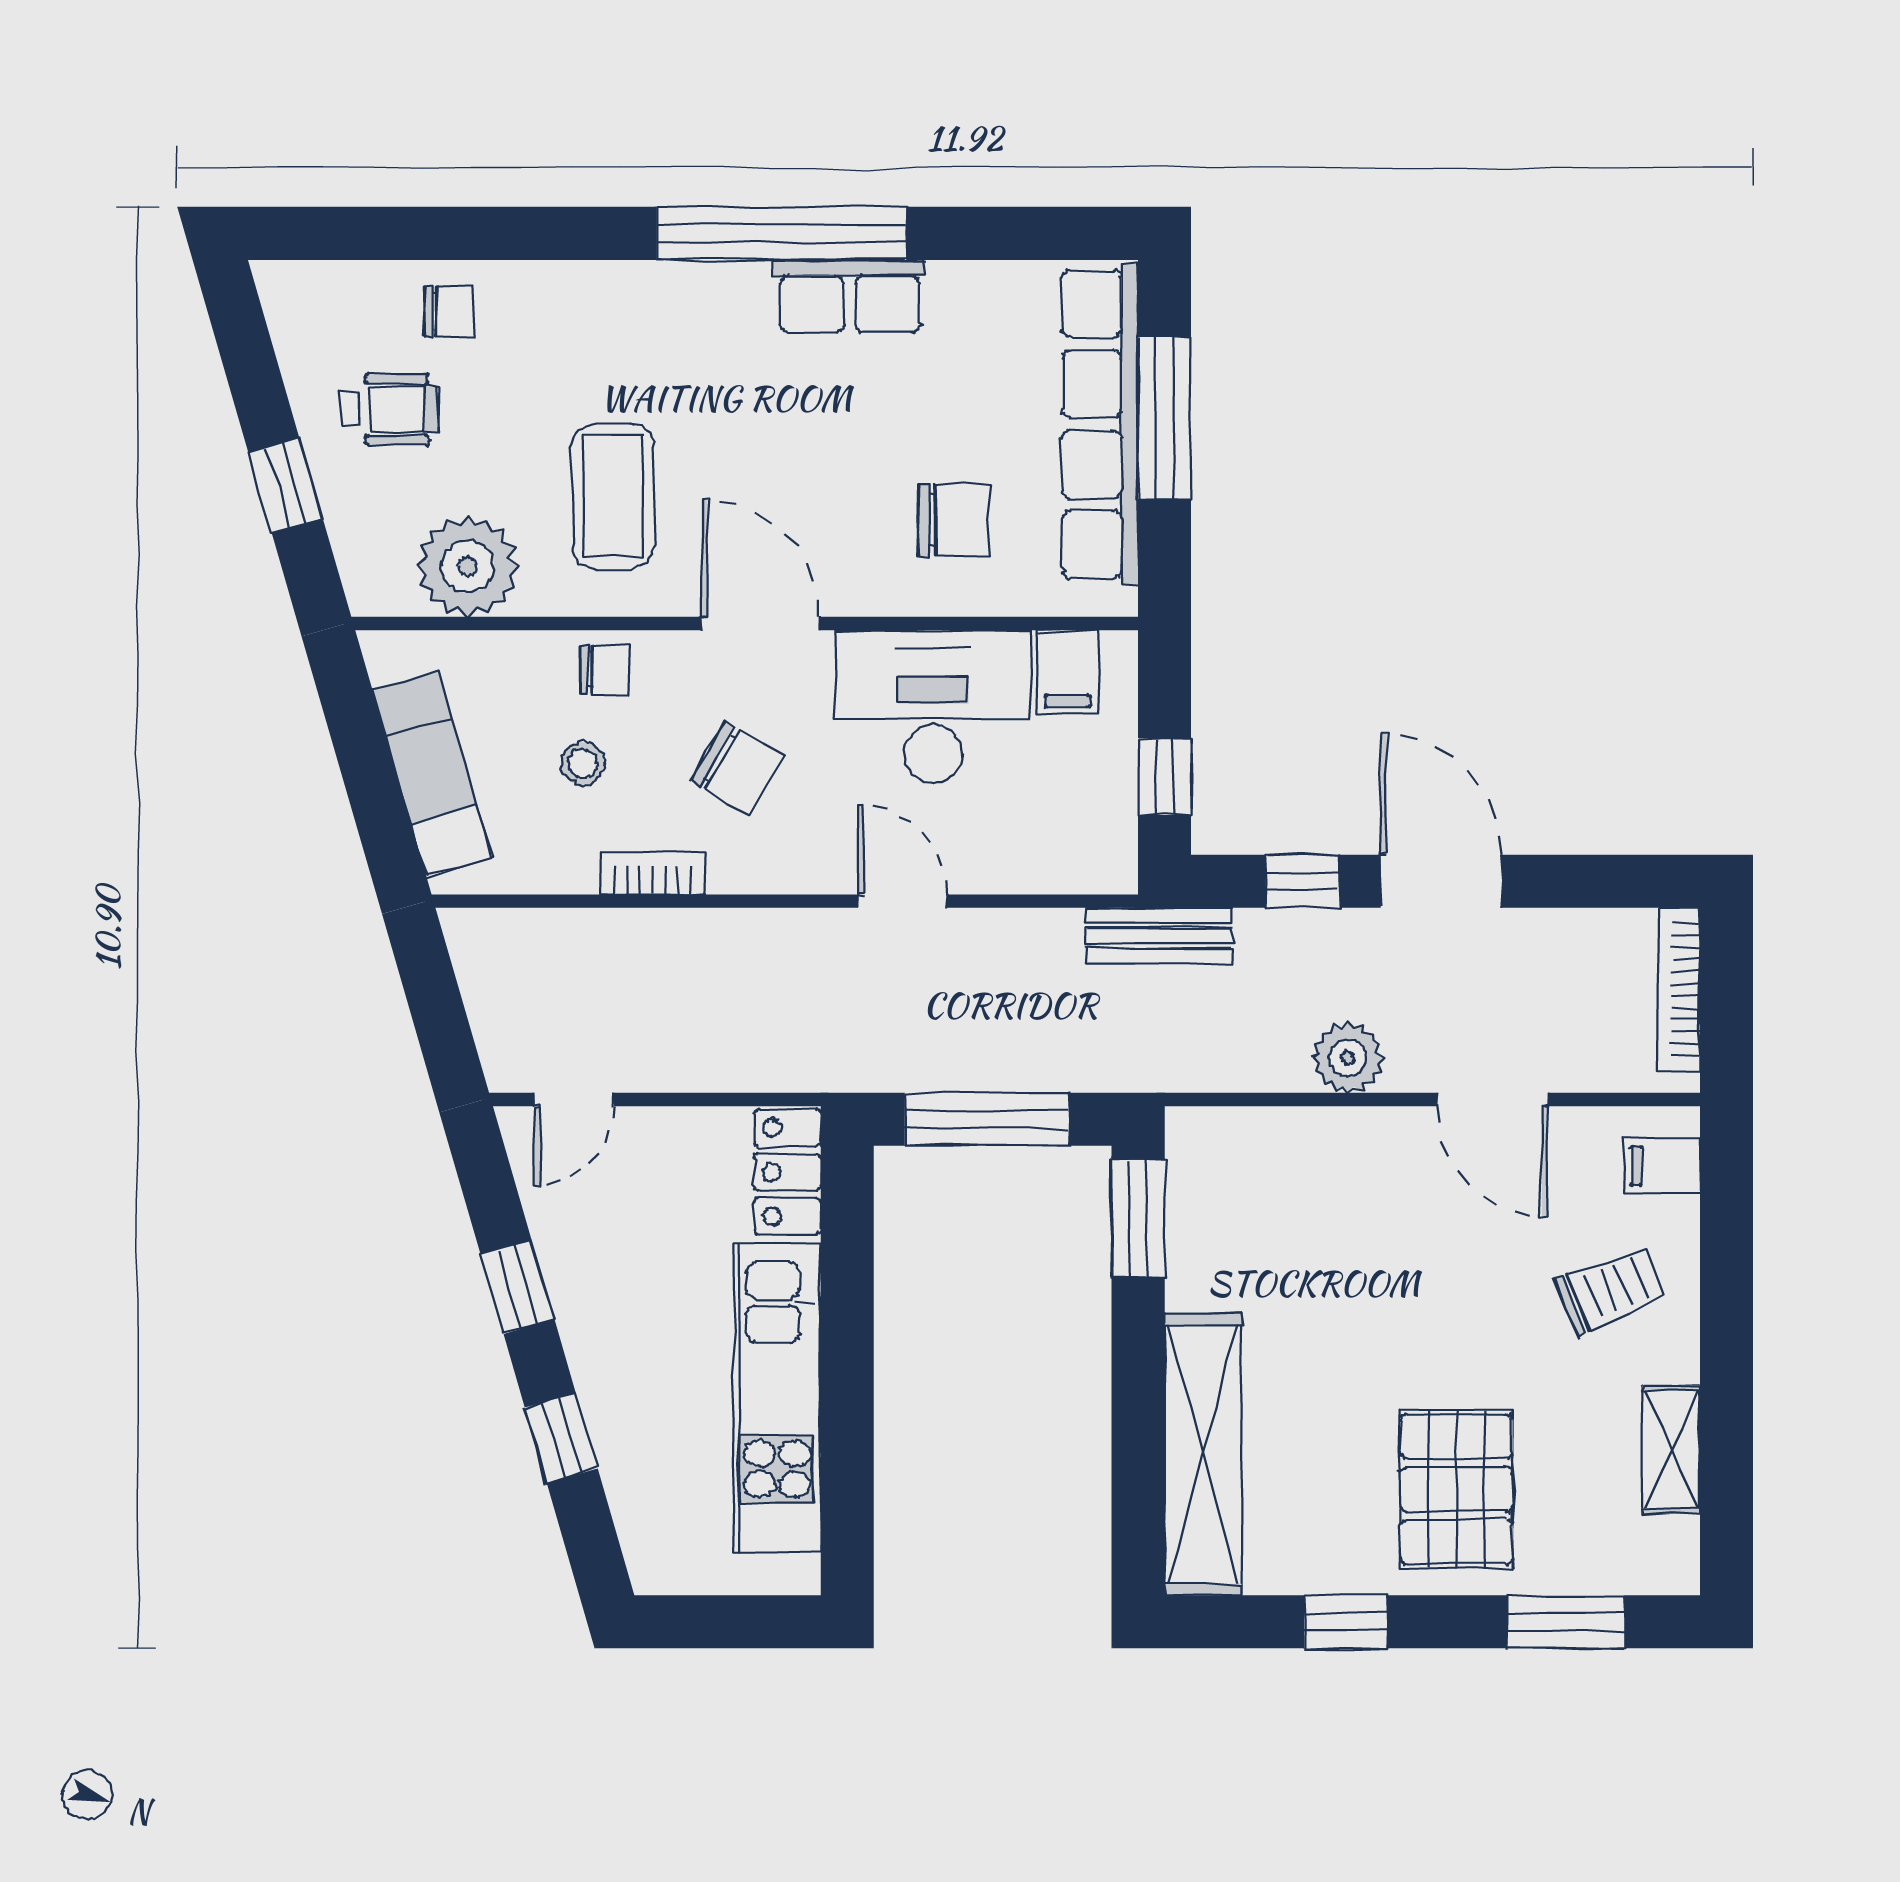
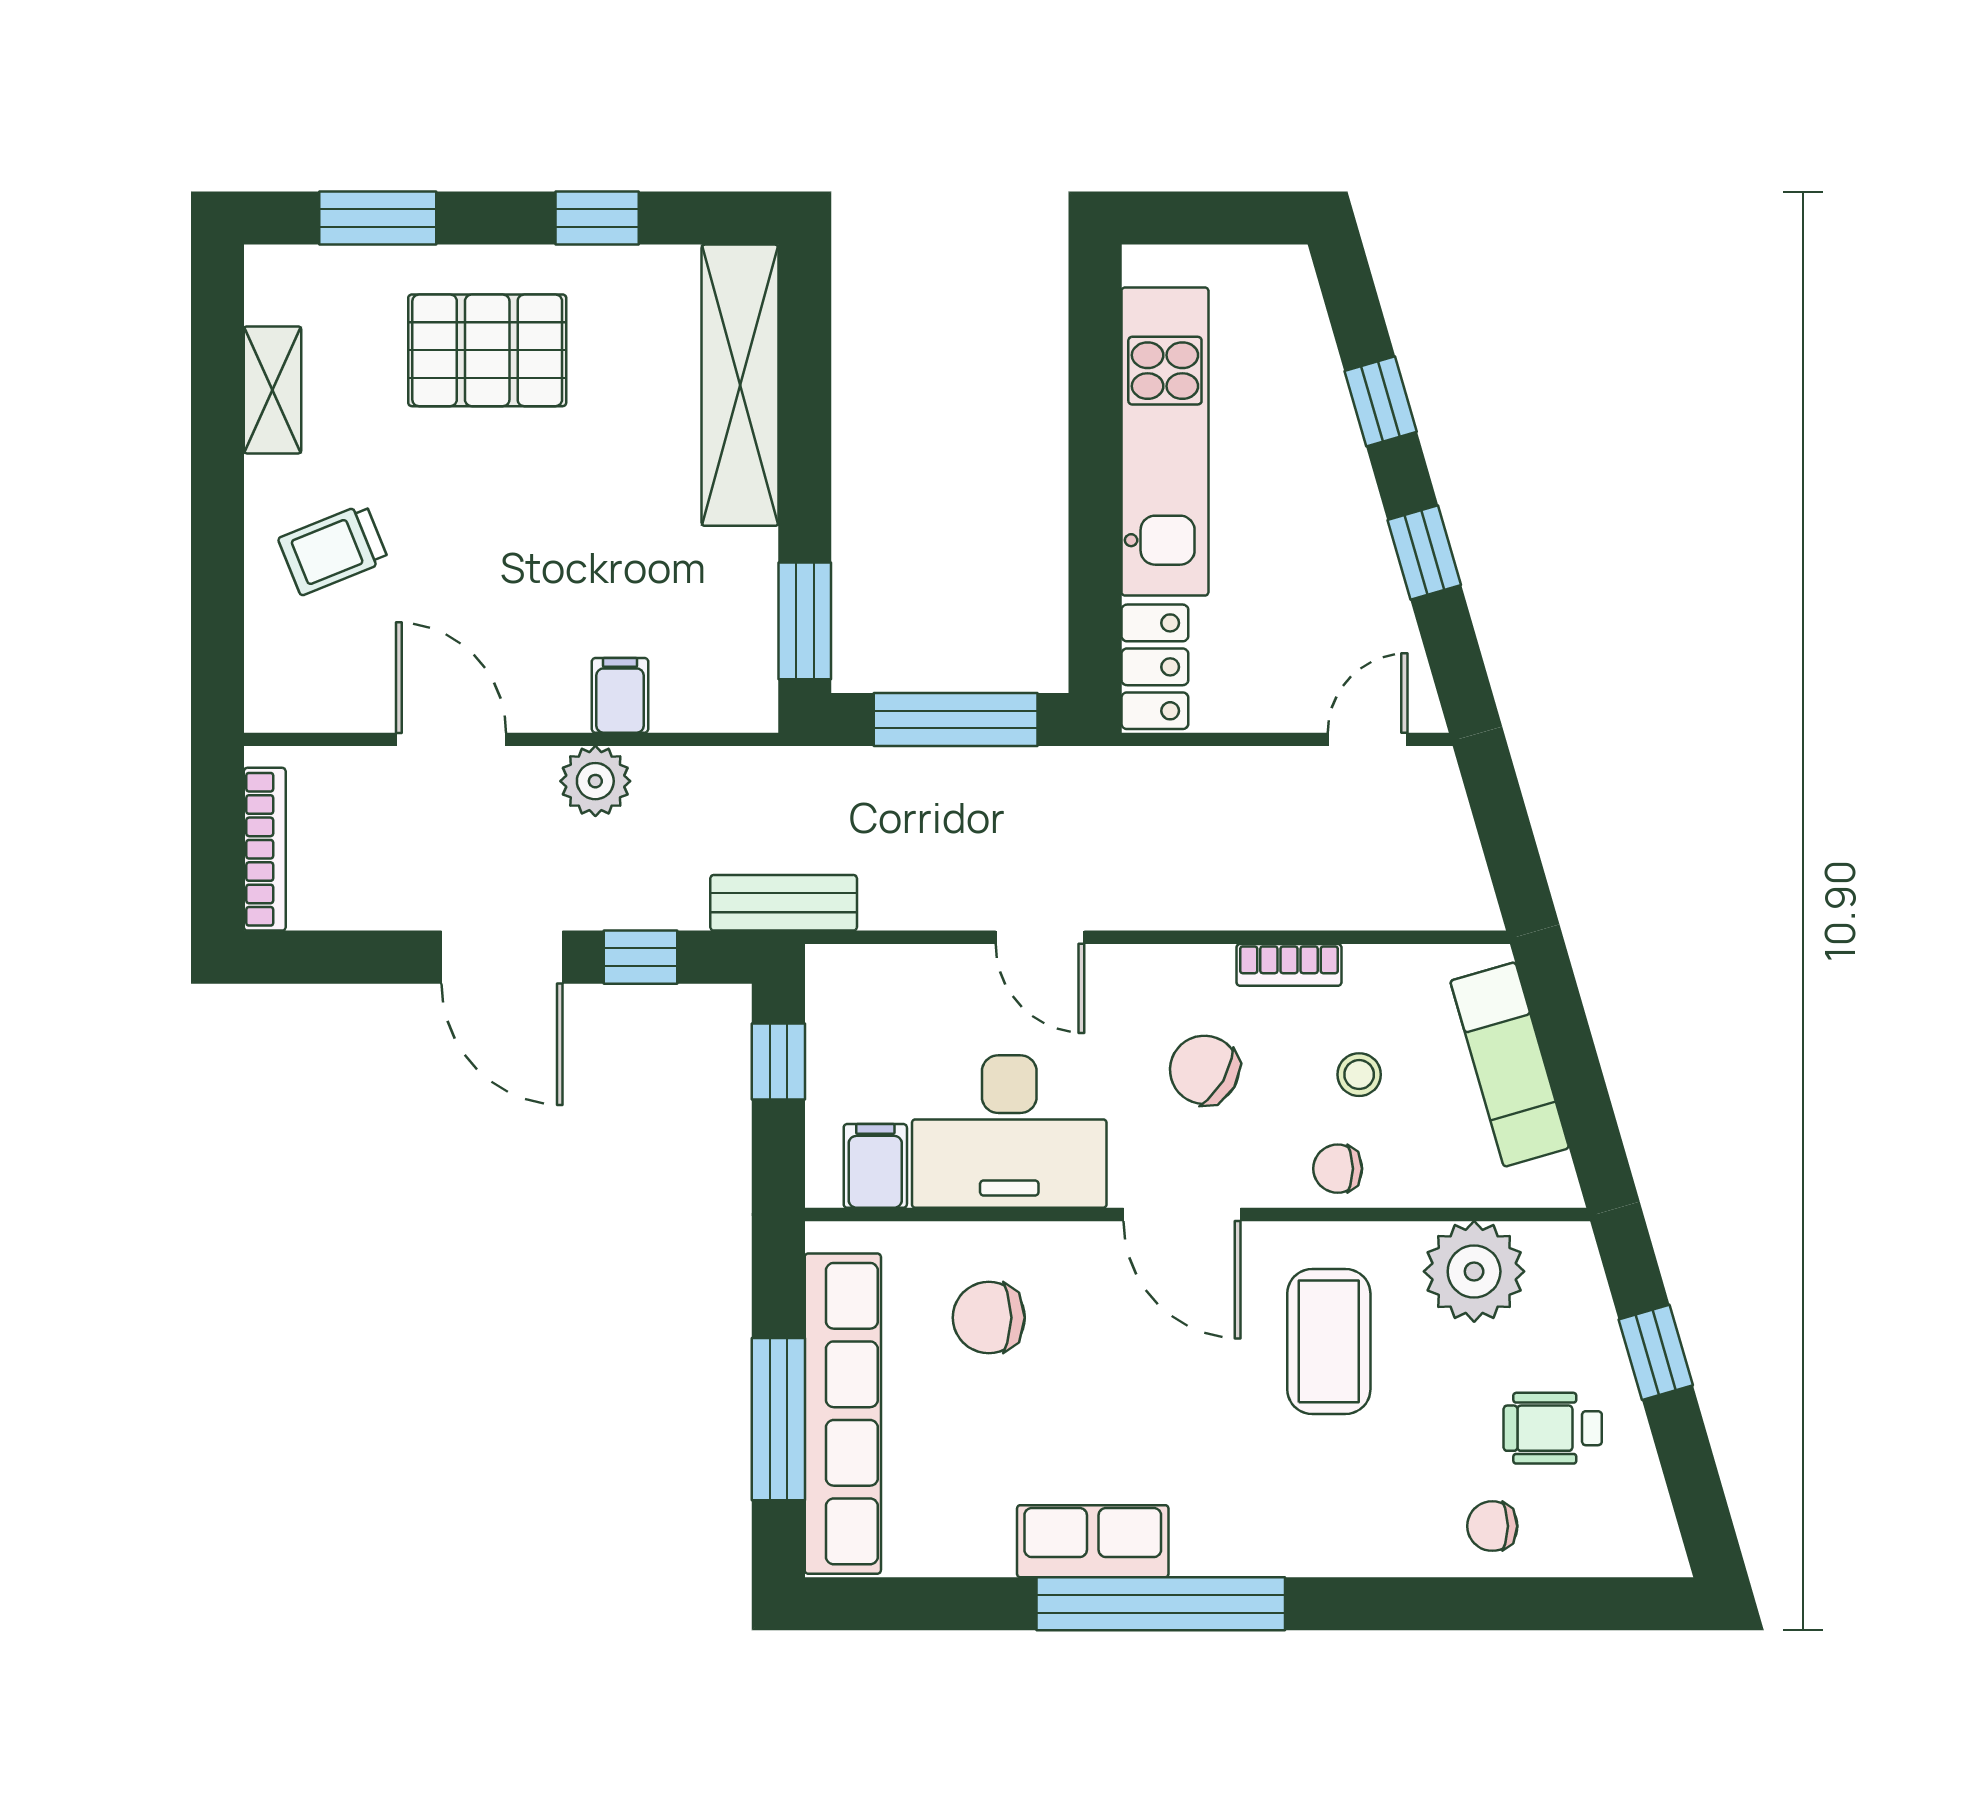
filing cabinet: (1663, 1166) -> (620, 695), moved, turned -90
pallet: (1456, 1489) -> (487, 350), turned 90

